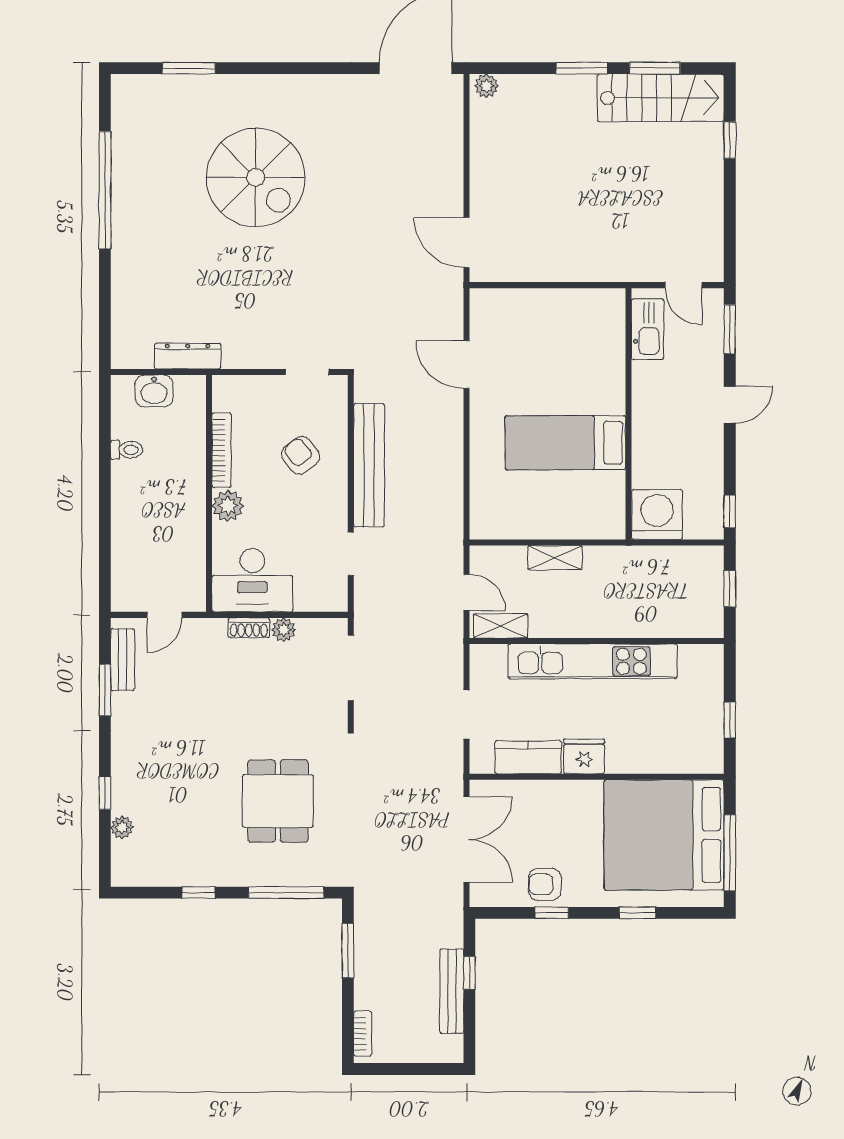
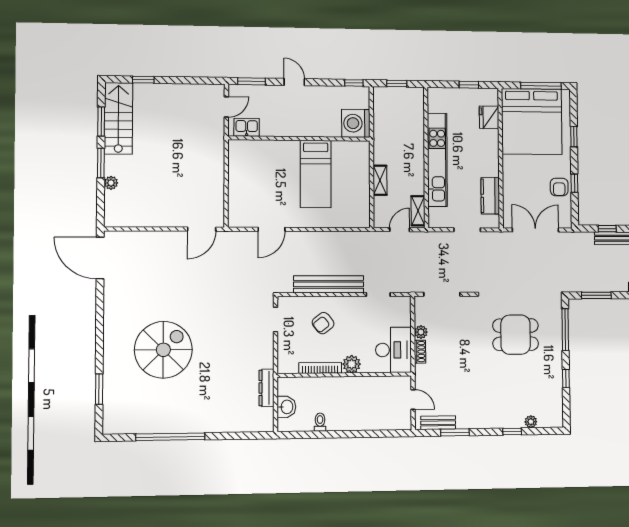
plant: (487, 86) -> (111, 183), moved
kitchen sink: (647, 329) -> (247, 127), width x0.73
fridge: (584, 756) -> (489, 117), moved

